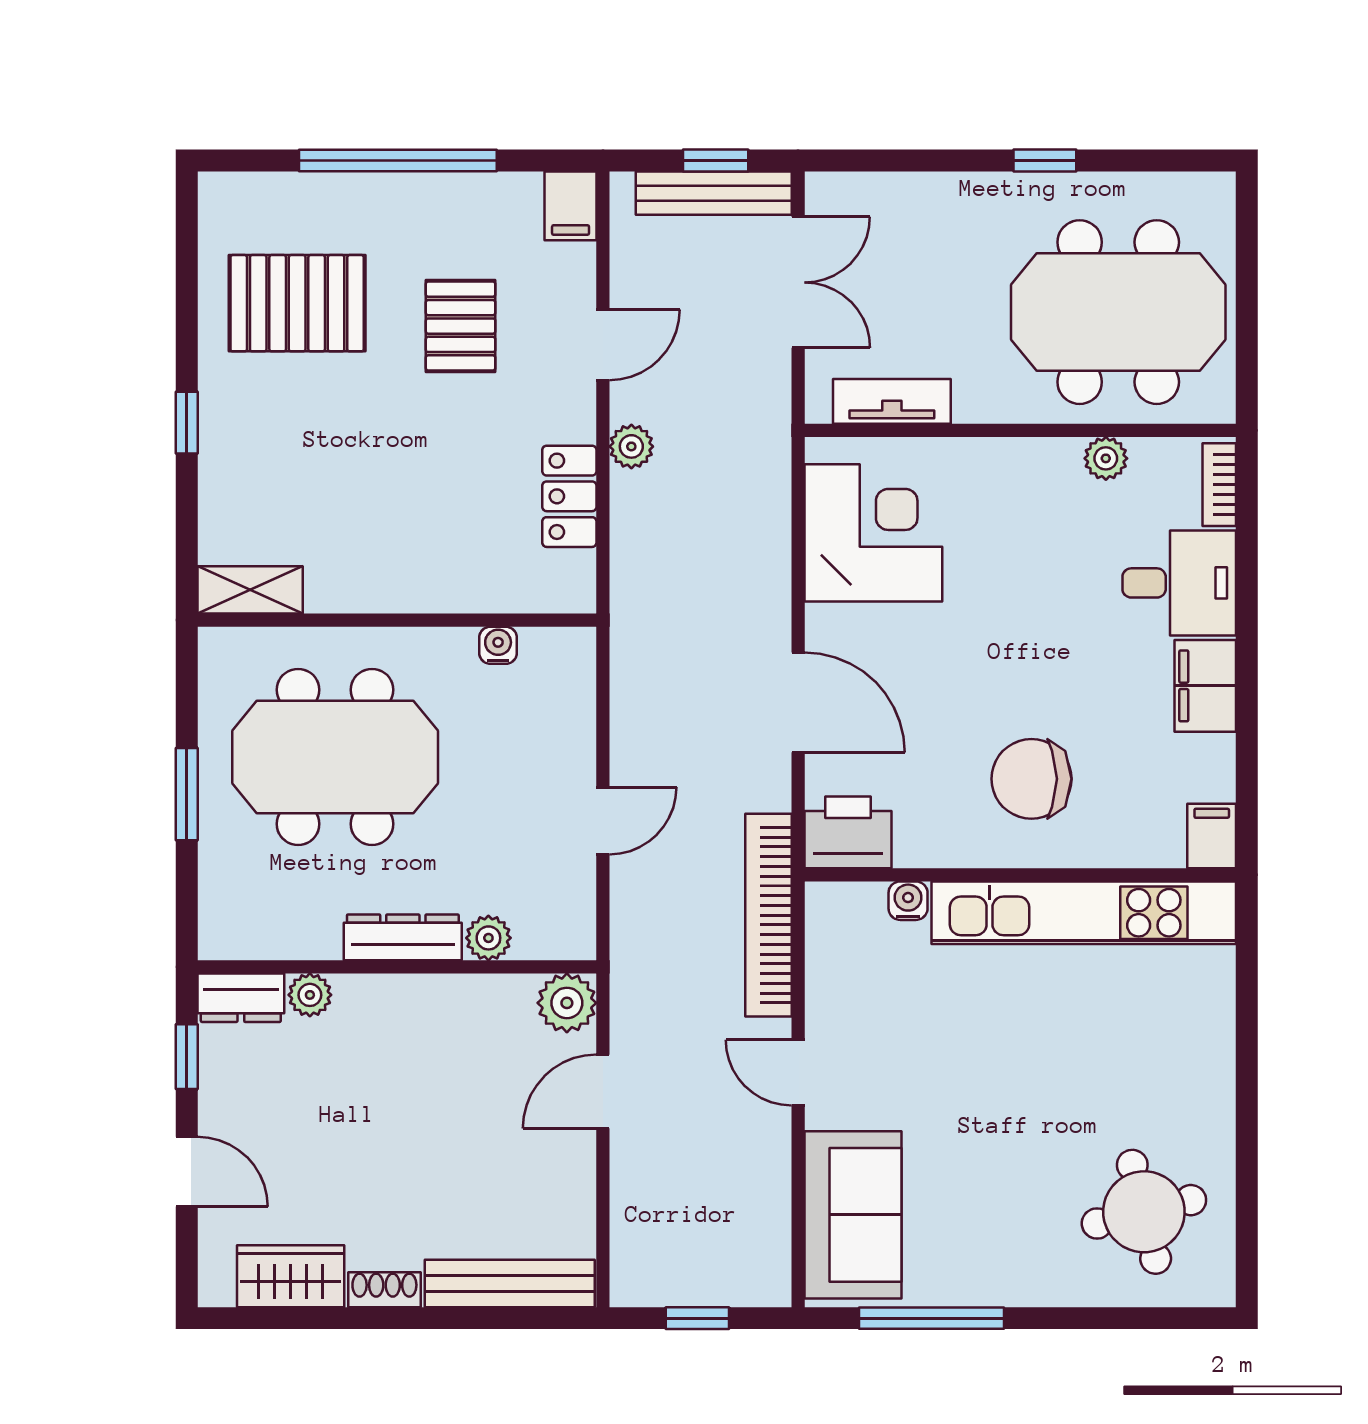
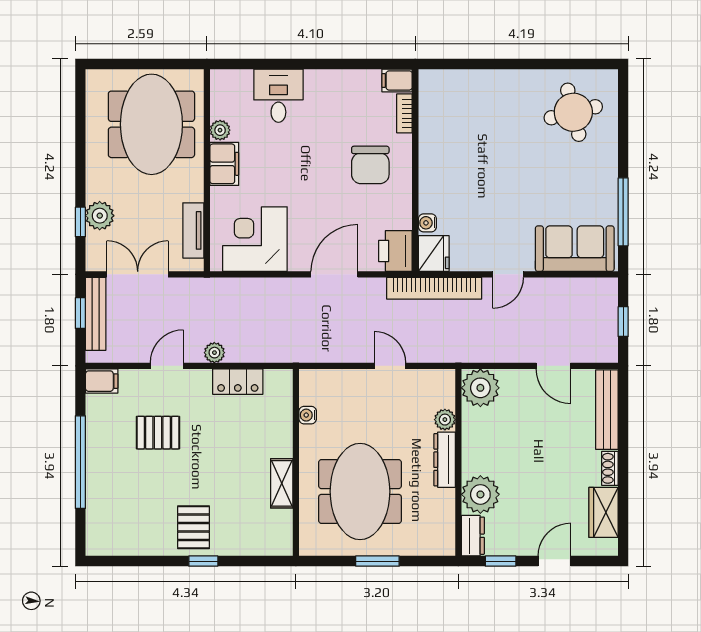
window: (1045, 160) -> (80, 222), moved
plant: (923, 202) -> (100, 216), added
pallet: (297, 303) -> (194, 527), moved, width x0.67, depth x0.71
door: (603, 345) -> (167, 366), hinge flipped
bookcase: (1219, 485) -> (404, 113), moved, turned 90
shelving: (250, 590) -> (282, 483), moved
filing cabinet: (1205, 686) -> (224, 164), moved, turned -90
kitchen unit: (1084, 913) -> (433, 140), removed
fridge: (843, 914) -> (434, 253), added
plant: (310, 995) -> (480, 494), width x1.87, depth x1.87
plant: (567, 1003) -> (480, 388), width x1.36, depth x1.36
door: (603, 1091) -> (553, 366), moved

